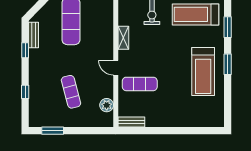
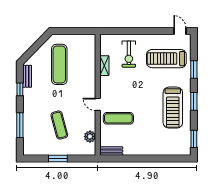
shelving: (123, 38) -> (104, 66), moved
window: (25, 92) -> (20, 125), width x2.17
window: (228, 108) -> (194, 139), added
window: (53, 131) -> (58, 158), moved

